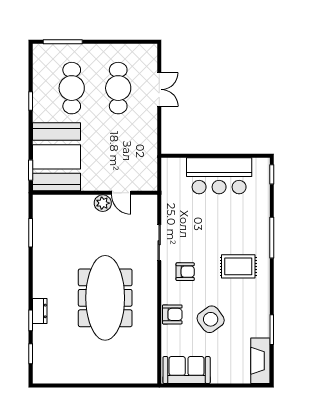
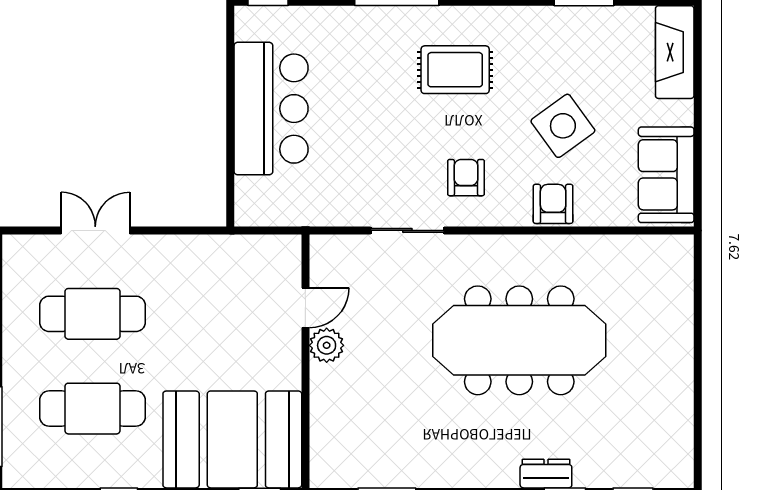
rug: (238, 266) -> (455, 70), turned 90
fireplace: (260, 361) -> (675, 52), moved, turned 90

